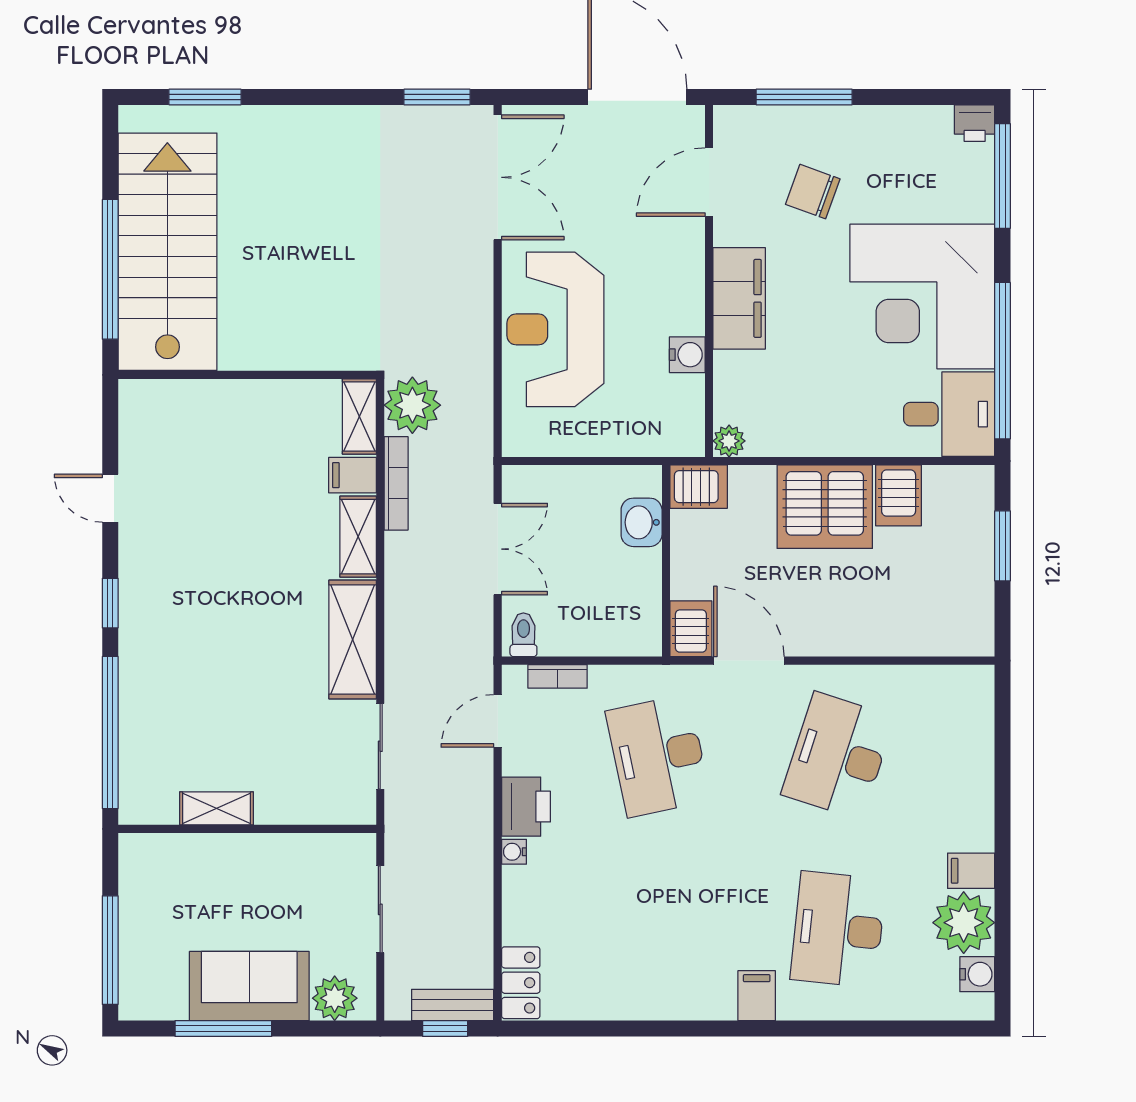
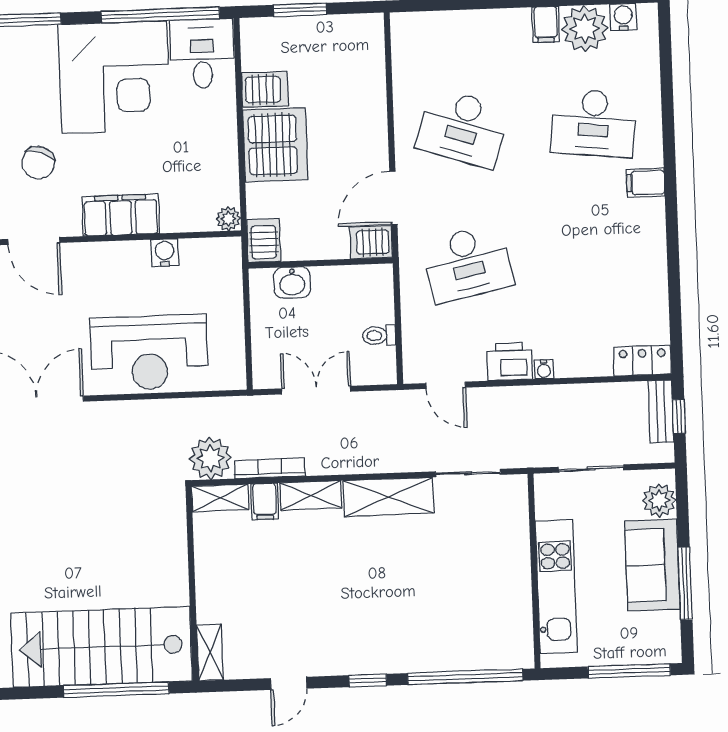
toilet: (523, 635) -> (379, 335), moved
bookcase: (558, 676) -> (411, 341), removed
shelving: (217, 808) -> (210, 653), moved
kitchen unit: (225, 858) -> (556, 587), added

